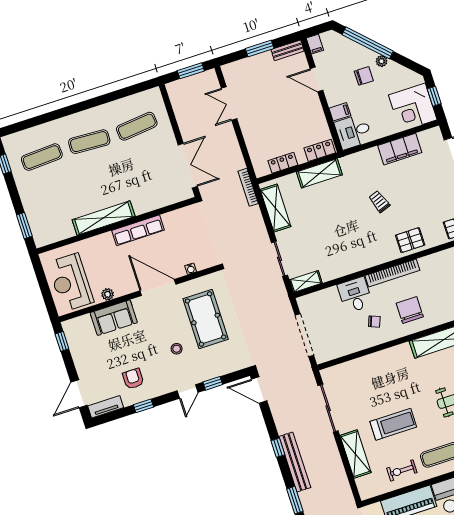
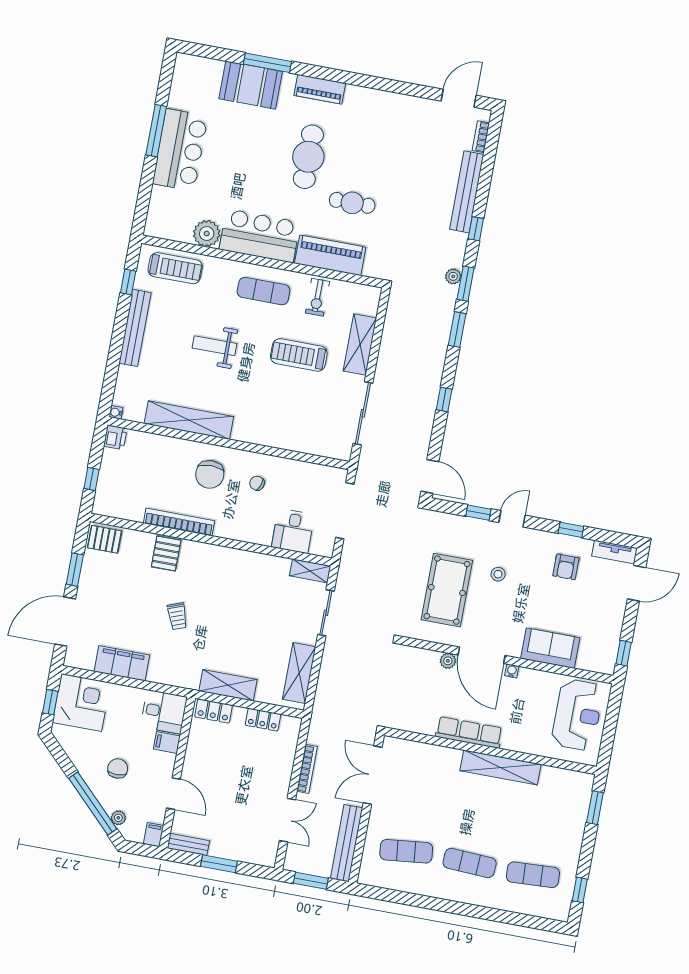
plant: (382, 61) -> (118, 818), moved
chair: (364, 76) -> (118, 768), turned 90
bookcase: (248, 187) -> (307, 769), moved
pallet: (410, 240) -> (166, 553), turned 90
water cooler: (191, 269) -> (512, 671), moved
bookcase: (392, 273) -> (179, 522), moved
plant: (108, 294) -> (448, 661), moved
desk: (355, 295) -> (293, 531), moved
bench: (295, 462) -> (347, 843), moved
exercise bike: (402, 470) -> (317, 297), turned 90

